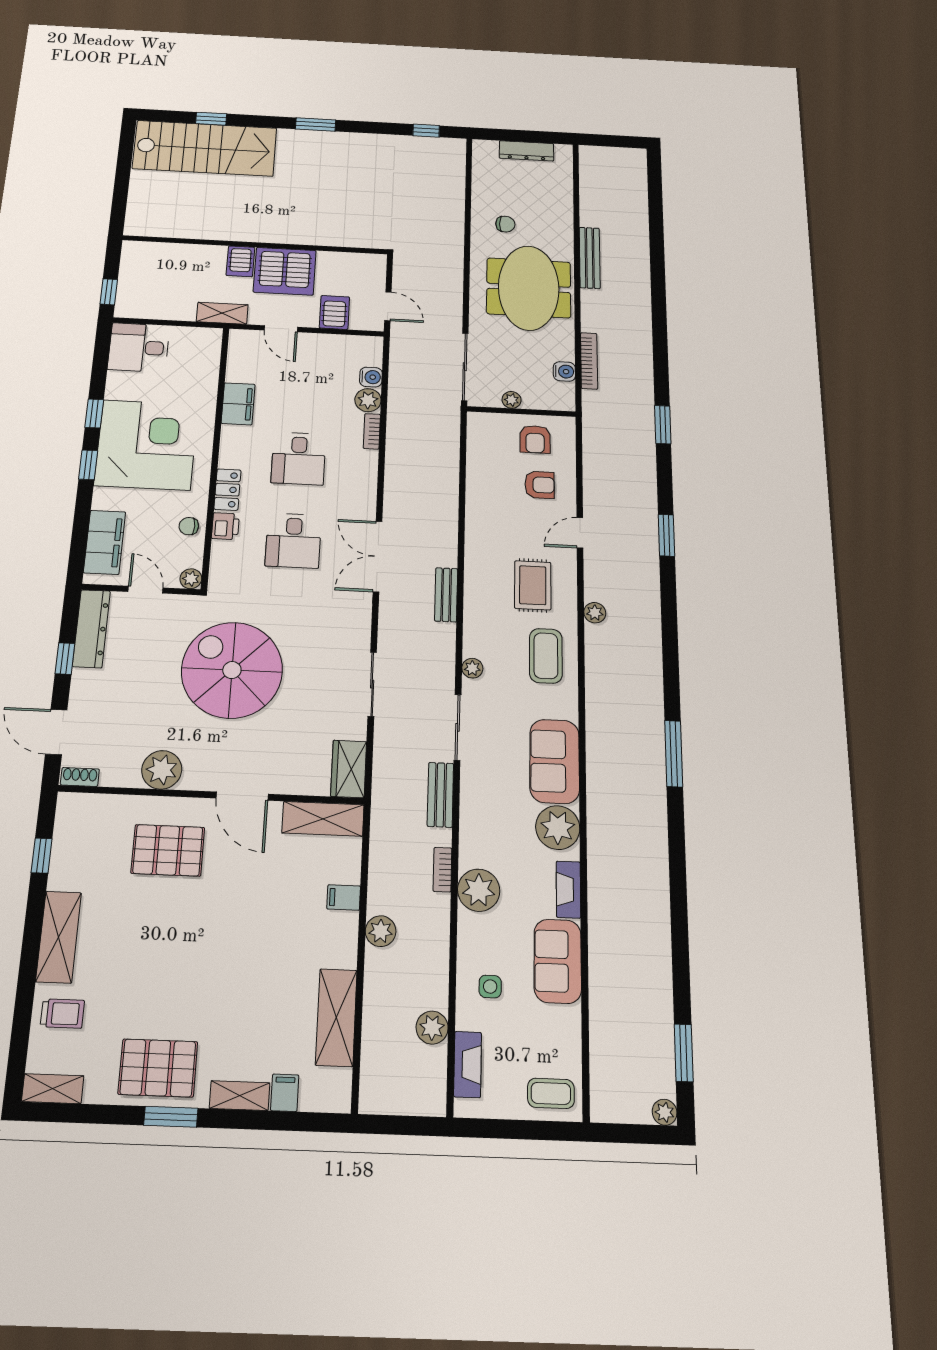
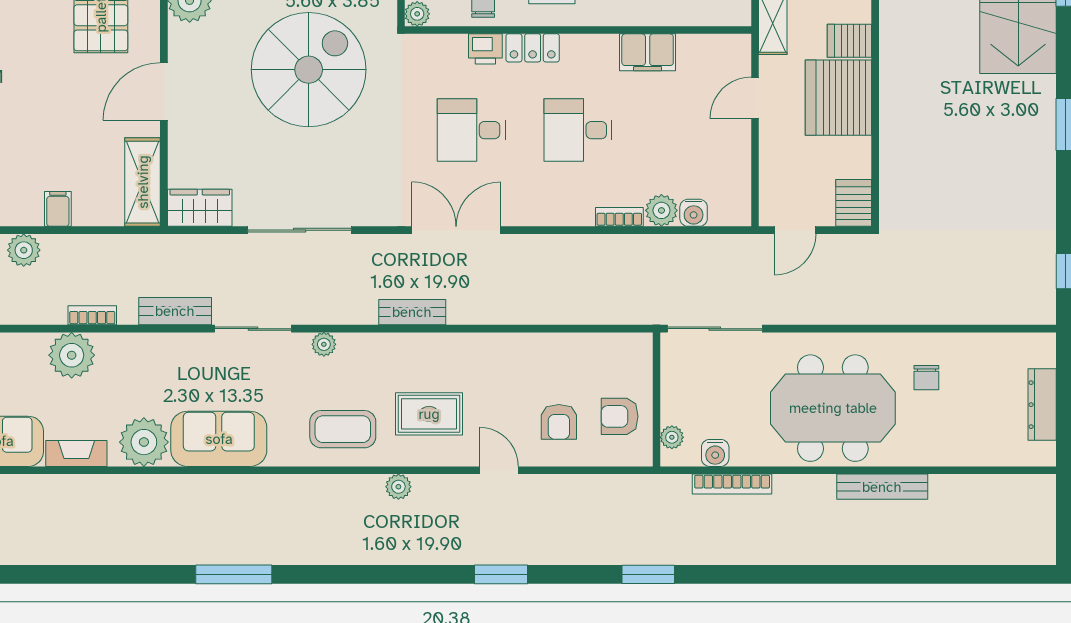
server rack: (334, 312) -> (854, 203), moved, turned -90
plant: (512, 400) -> (672, 437), moved
sliding door: (372, 684) -> (300, 230), width x1.37

